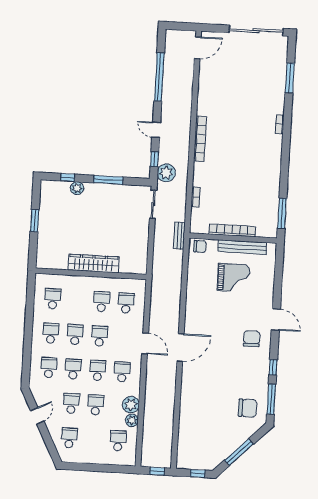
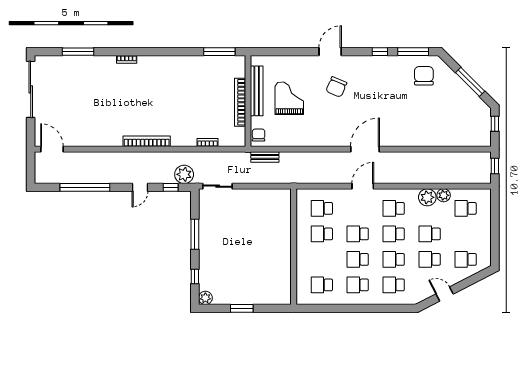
plant: (77, 188) -> (205, 298), moved
bench: (179, 236) -> (265, 157), moved
wardrobe: (94, 264) -> (283, 245), removed
chair: (252, 339) -> (336, 87), moved, turned -67
door: (180, 348) -> (365, 149), hinge flipped

